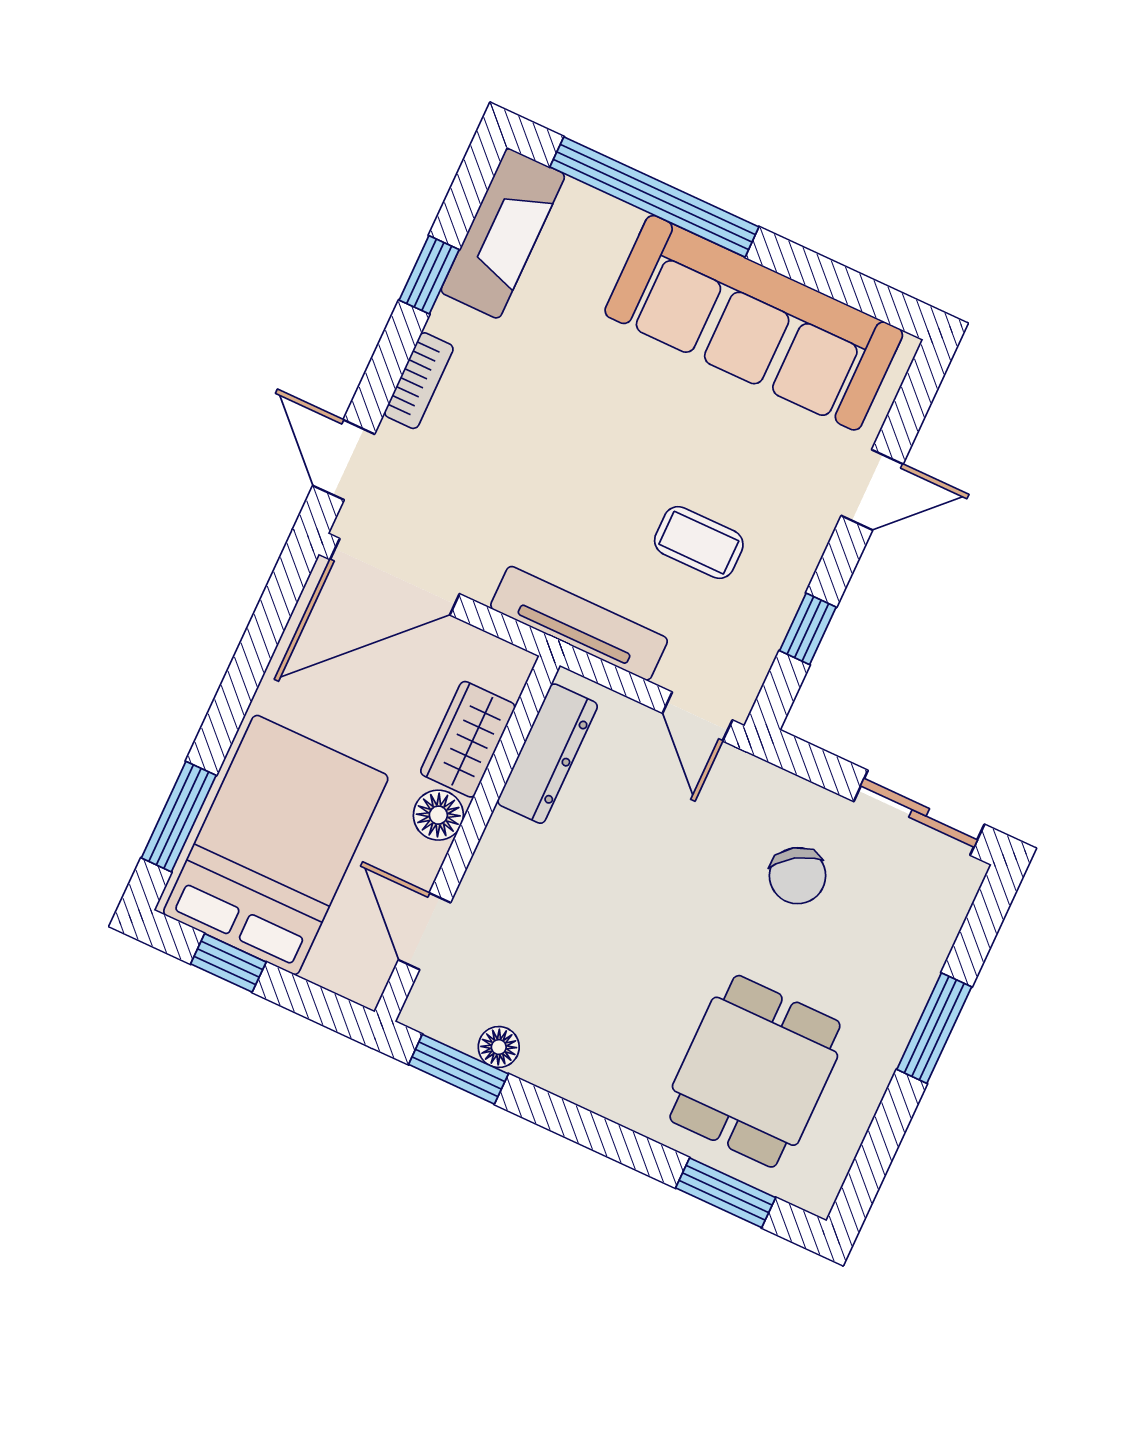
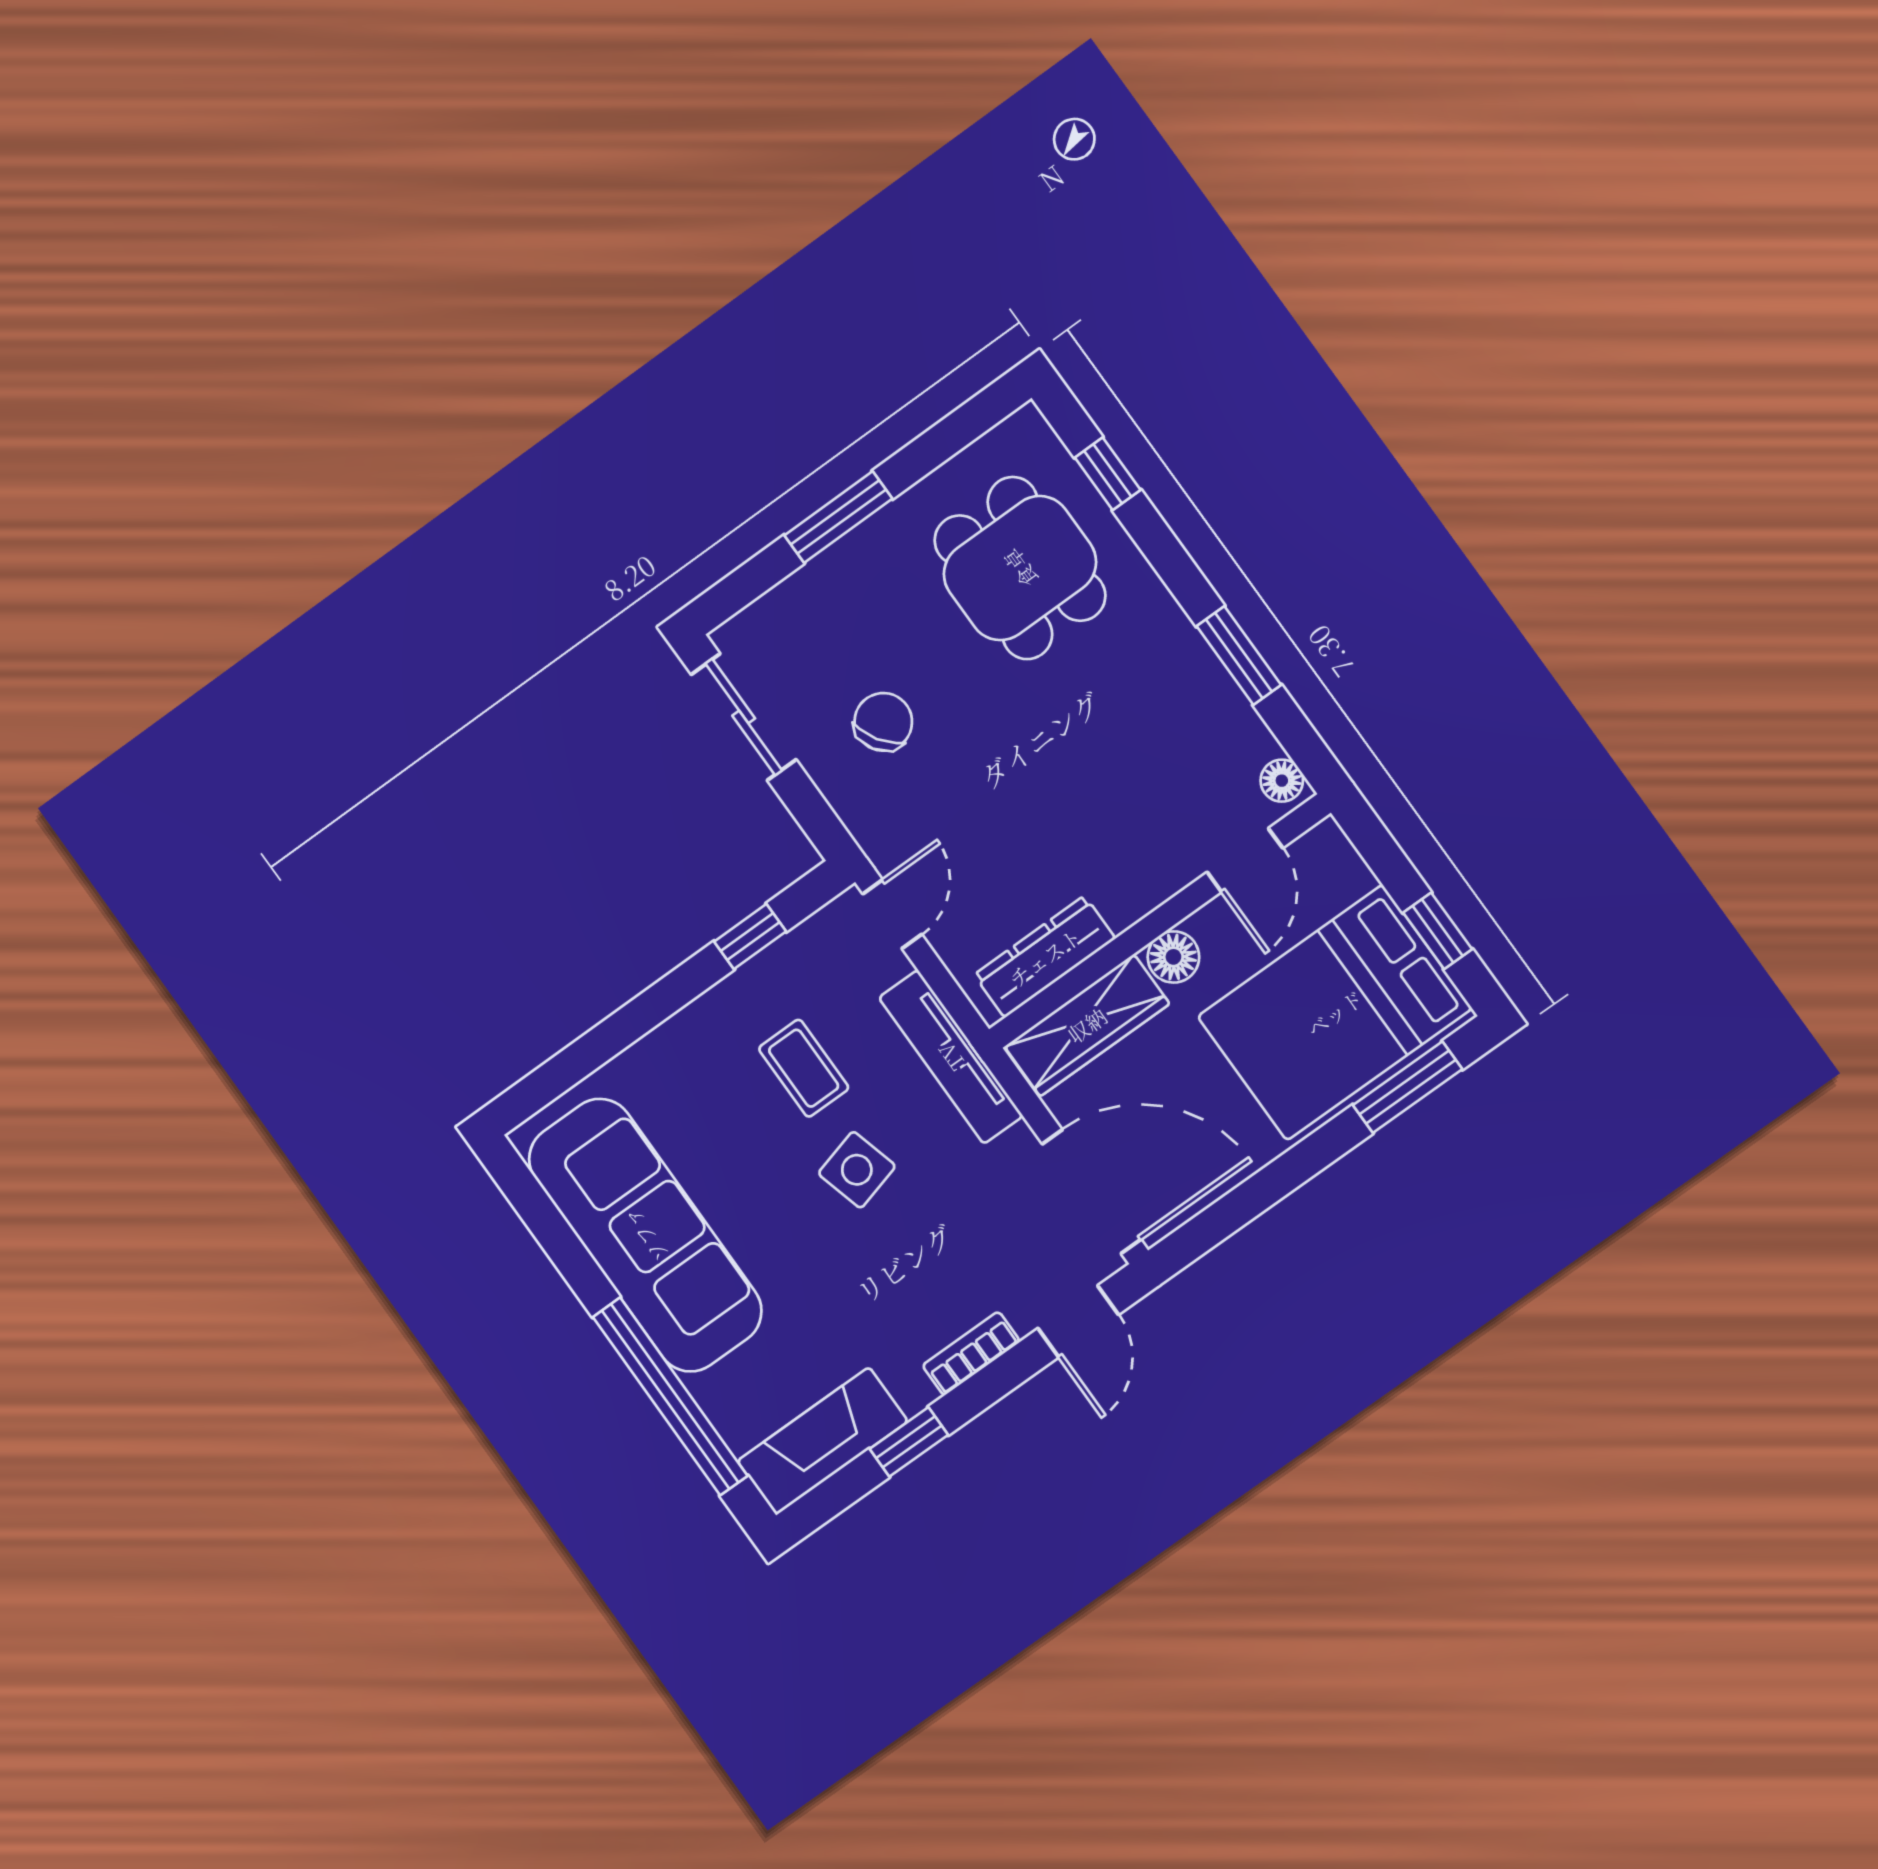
side table: (605, 482) -> (857, 1170), added
door: (872, 490) -> (624, 1028), removed
wardrobe: (468, 739) -> (1087, 1025), width x1.50
floor lamp: (499, 1047) -> (1282, 781), moved
window: (458, 1069) -> (1239, 656), moved
dining table: (755, 1071) -> (1020, 568), turned 90
window: (726, 1193) -> (1108, 474), width x0.67

